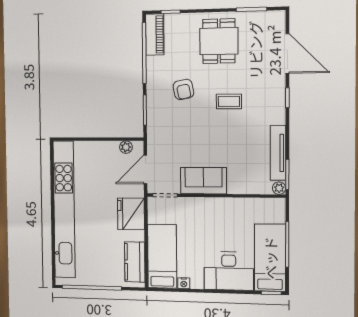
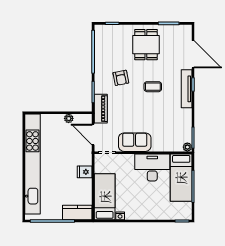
piano: (155, 35) -> (101, 109), moved
plant: (126, 147) -> (69, 118), moved
tv unit: (278, 153) -> (187, 89), moved
door: (145, 170) -> (93, 135), hinge flipped
fridge: (131, 214) -> (85, 172), width x0.53, depth x0.75
bed: (270, 258) -> (181, 178), moved, turned 180
kitchen counter: (135, 262) -> (77, 212), moved, turned 90
desk: (229, 271) -> (152, 168), moved, turned 180

